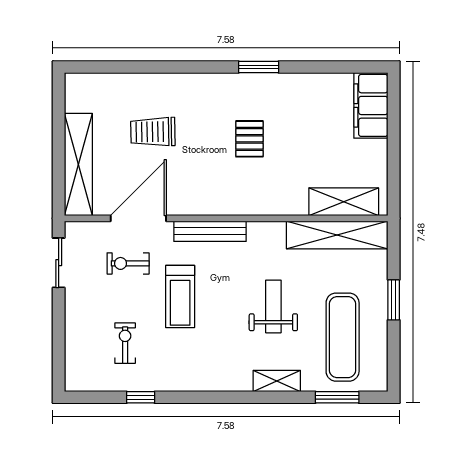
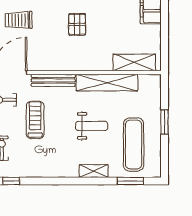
shelving: (337, 235) -> (107, 83), moved
treadmill: (180, 297) -> (35, 120), turned 180
weight bench: (273, 306) -> (92, 126), turned 90

